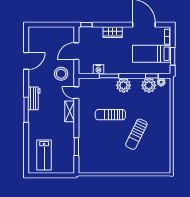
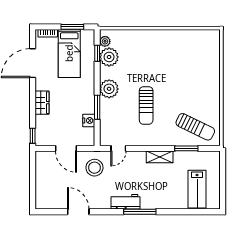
shelving: (70, 111) -> (160, 157), moved
sun lounger: (136, 134) -> (195, 127), moved
lab bench: (44, 155) -> (197, 189), turned 90

